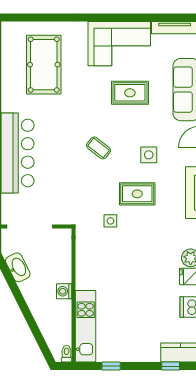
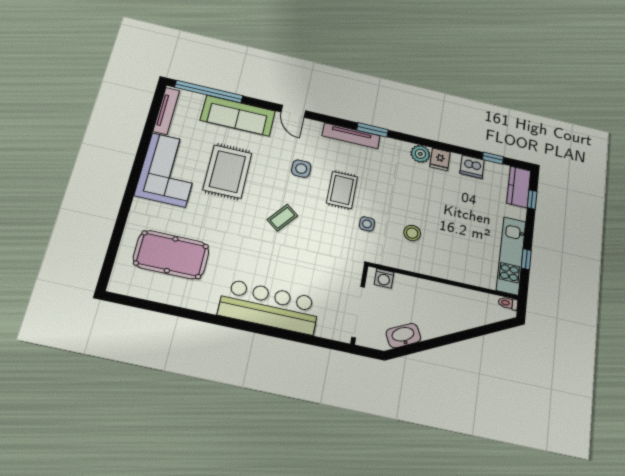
rug: (130, 93) -> (227, 172), width x1.36, depth x1.43
stool: (111, 262) -> (412, 233), added
washing machine: (64, 291) -> (384, 278), moved
kitchen unit: (86, 326) -> (511, 256), moved, turned -90

